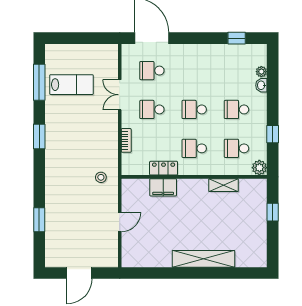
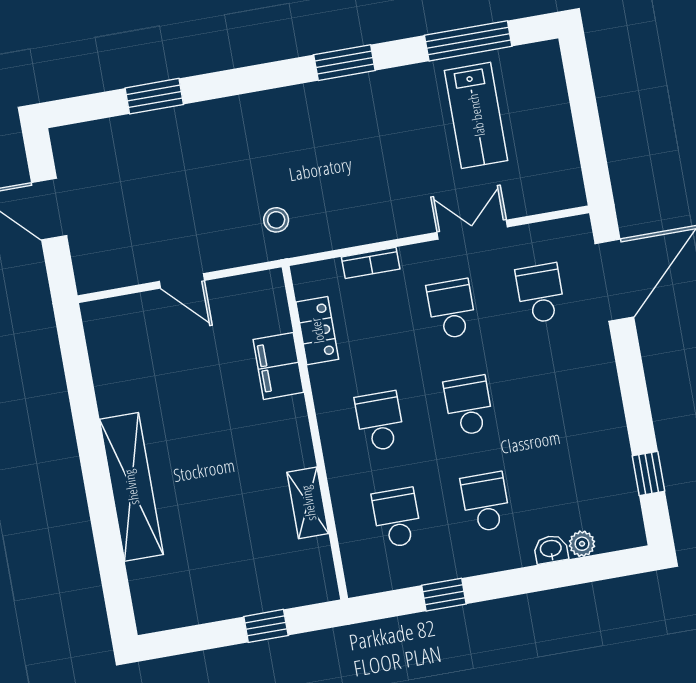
locker: (164, 168) -> (317, 331), moved
plant: (259, 168) -> (362, 578), removed

